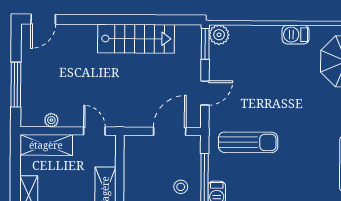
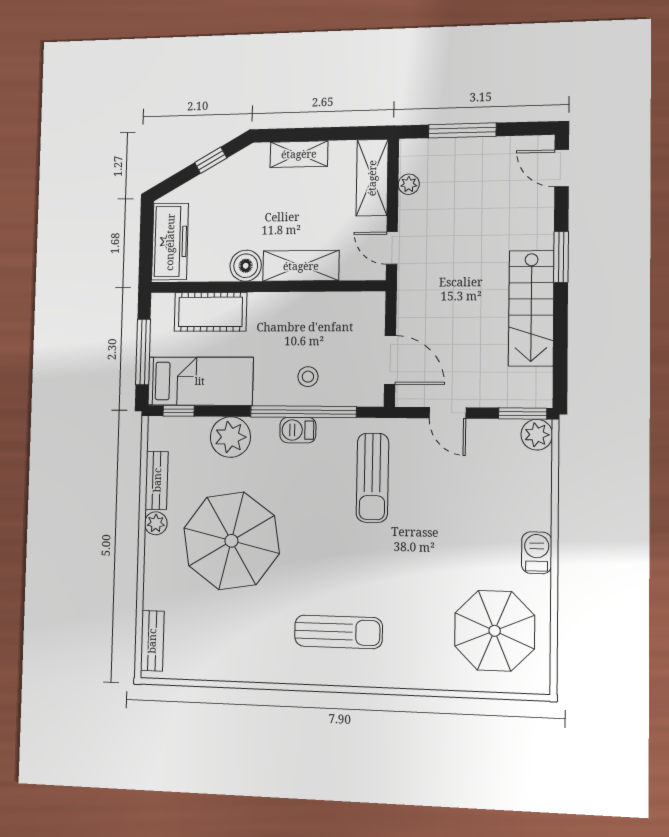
window: (102, 19) -> (561, 257), added
door: (94, 131) -> (392, 248), swing flipped

